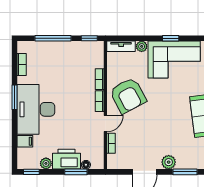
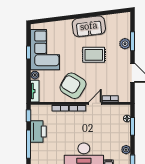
armchair: (128, 95) -> (73, 86), turned -121
rug: (168, 122) -> (94, 55), added
door: (105, 124) -> (95, 103), hinge flipped
printer: (67, 159) -> (38, 131), moved, turned 180
plant: (169, 162) -> (125, 44), moved

